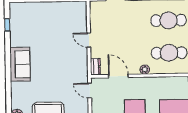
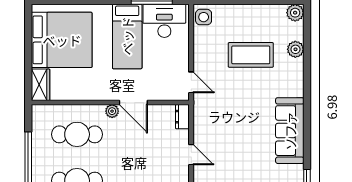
sofa: (20, 64) -> (290, 131), width x1.36
door: (118, 76) -> (133, 103), moved

